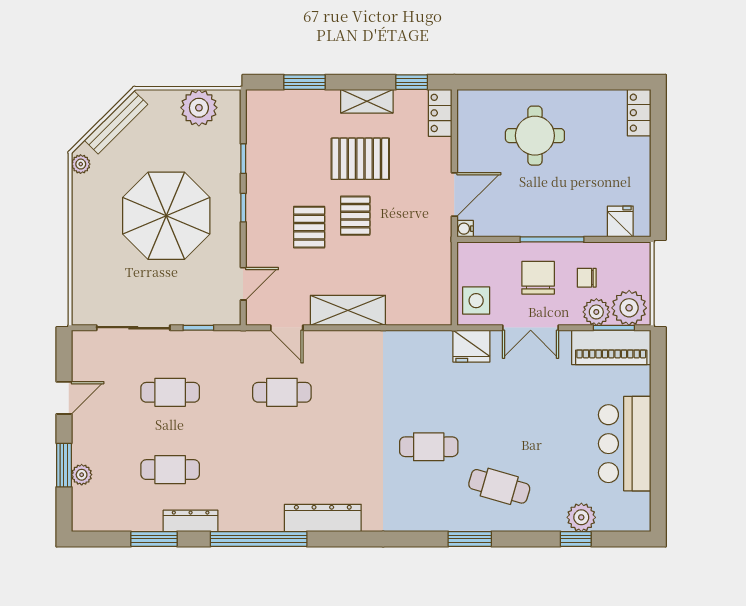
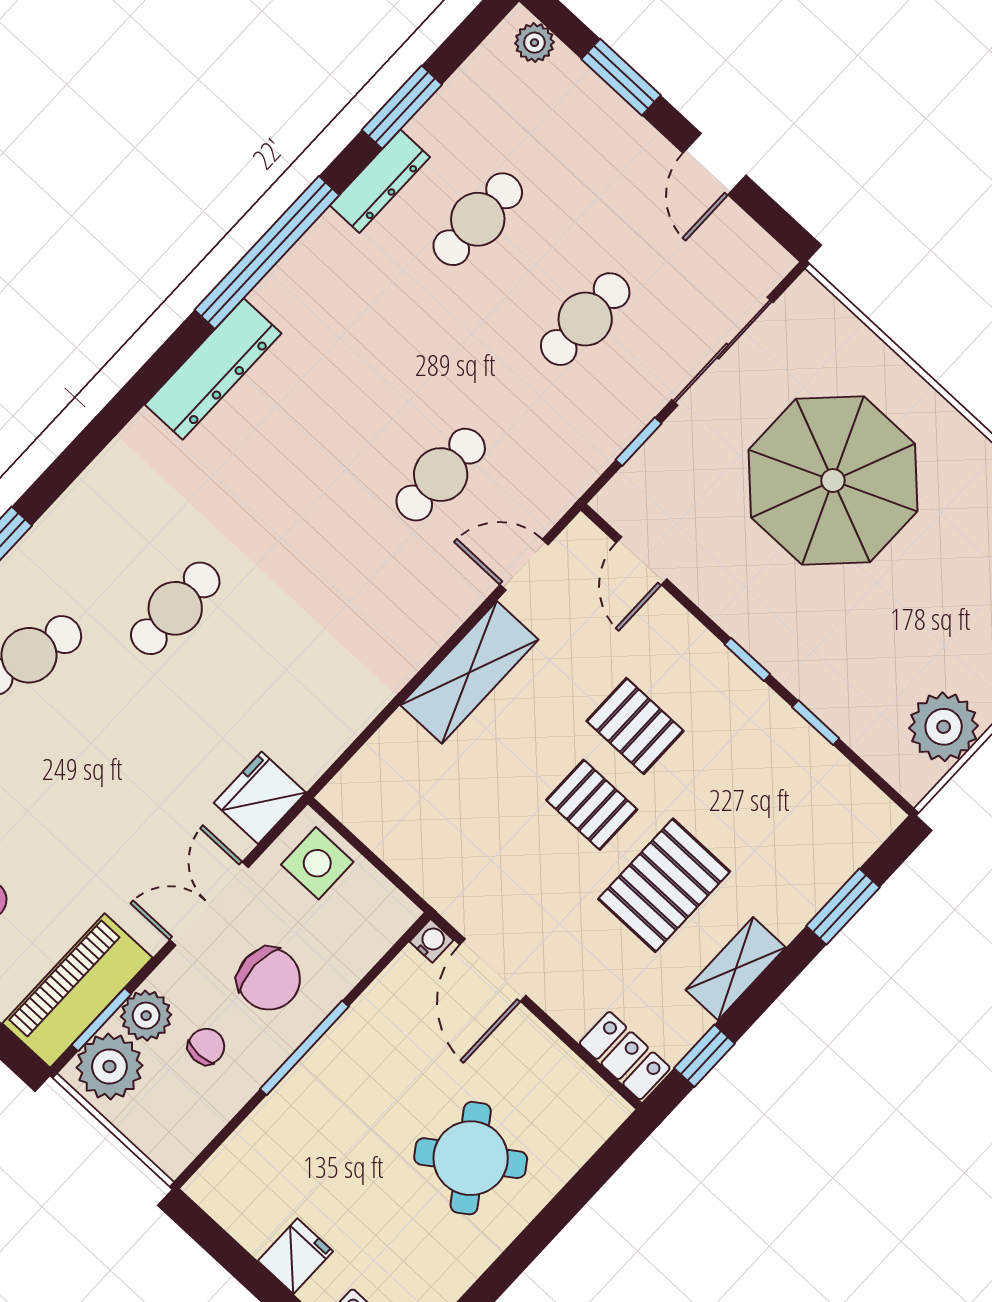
round table: (535, 136) -> (471, 1158), turned -35
parasol: (166, 216) -> (833, 481), moved
fridge: (620, 221) -> (295, 1256), moved, turned -90
plant: (82, 475) -> (534, 43), moved

